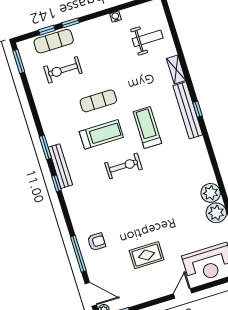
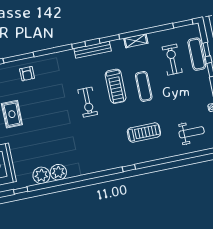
weight bench: (148, 38) -> (192, 132), turned -90
shelving: (176, 70) -> (136, 41), moved
bench: (188, 110) -> (129, 160), removed
treadmill: (147, 128) -> (144, 132), moved

